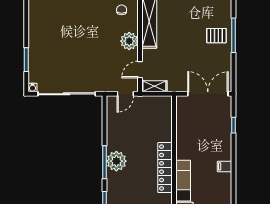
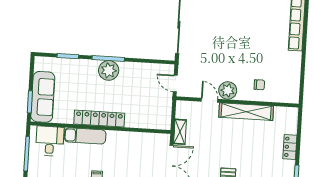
door: (140, 70) -> (209, 100), moved
shelving: (154, 86) -> (180, 132), moved

